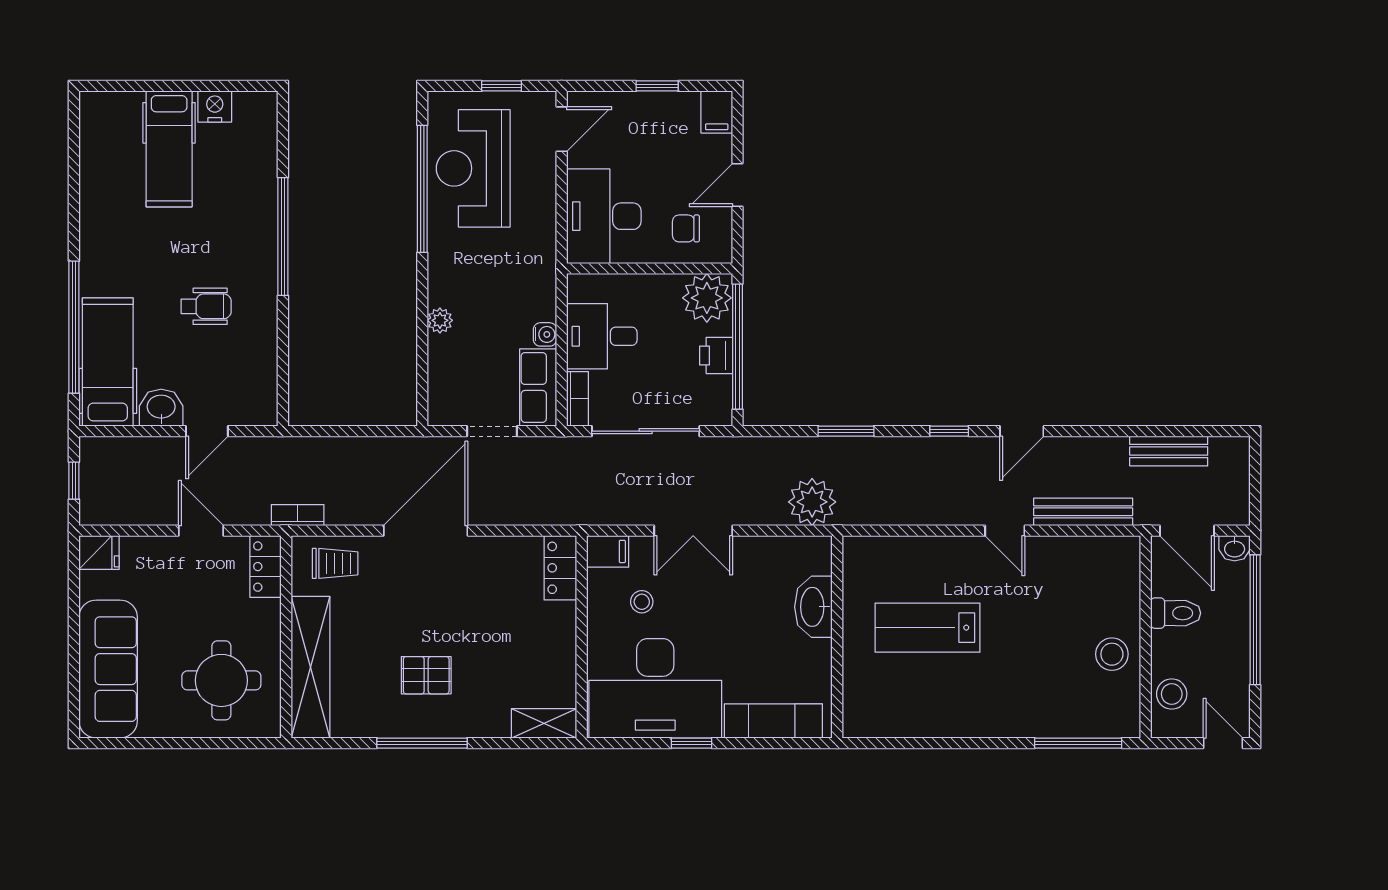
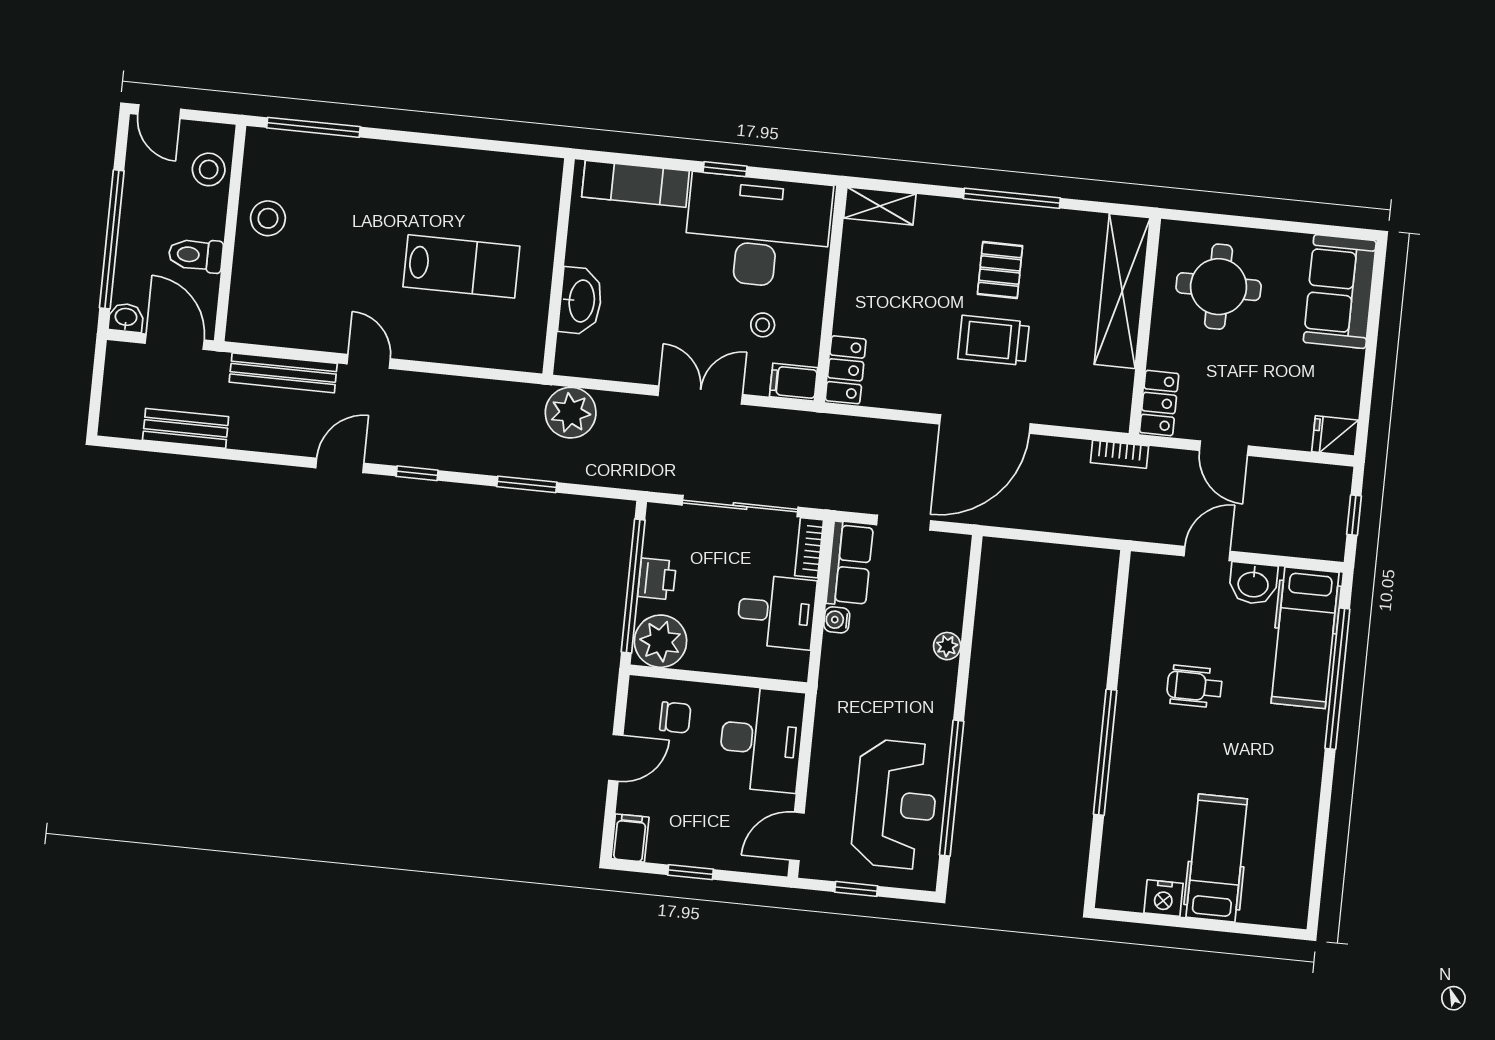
trolley: (335, 563) -> (994, 340), moved, width x1.36, depth x1.39
sofa: (108, 669) -> (1340, 291), width x0.73
pallet: (426, 675) -> (1000, 270), turned 90

